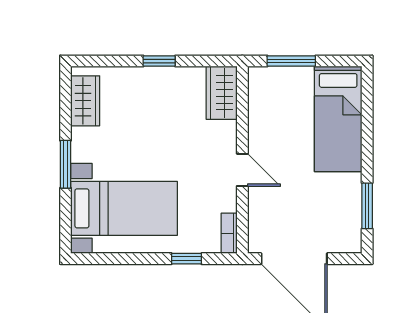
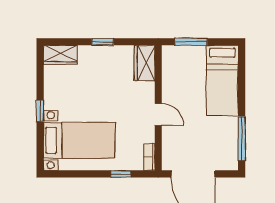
wardrobe: (85, 101) -> (60, 55), moved, turned 90
window: (66, 164) -> (40, 111), width x0.67
window: (367, 206) -> (242, 139), width x1.44

